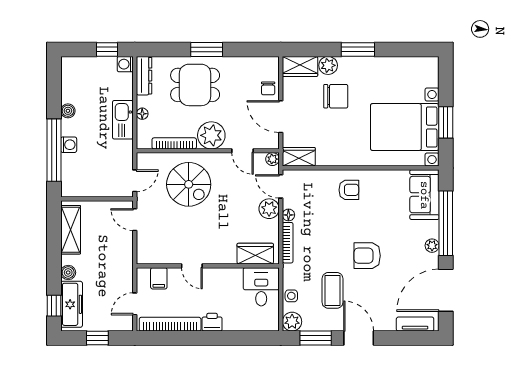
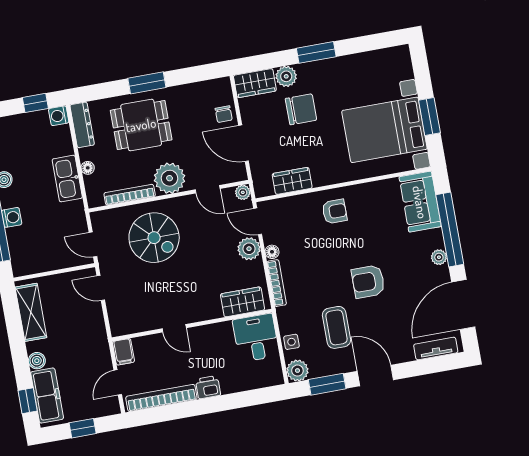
wardrobe: (299, 157) -> (292, 181), moved
door: (135, 181) -> (93, 245), swing flipped
filing cabinet: (159, 278) -> (123, 352), moved

